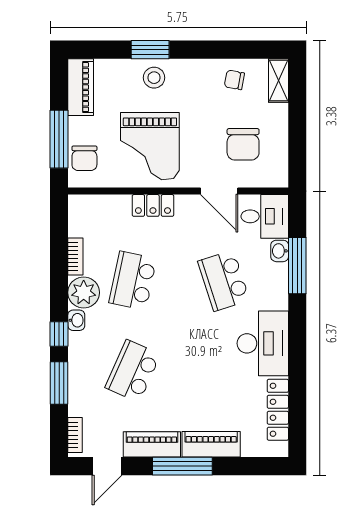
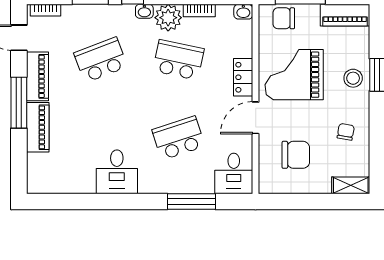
chair: (234, 80) -> (346, 132), moved
chair: (243, 144) -> (296, 155), turned 180
door: (219, 191) -> (256, 118), moved
washbasin: (280, 251) -> (243, 12), moved, turned 180
desk: (263, 343) -> (117, 172), width x0.73
school desk: (133, 371) -> (101, 60), turned -45
locker: (278, 410) -> (67, 185), removed

